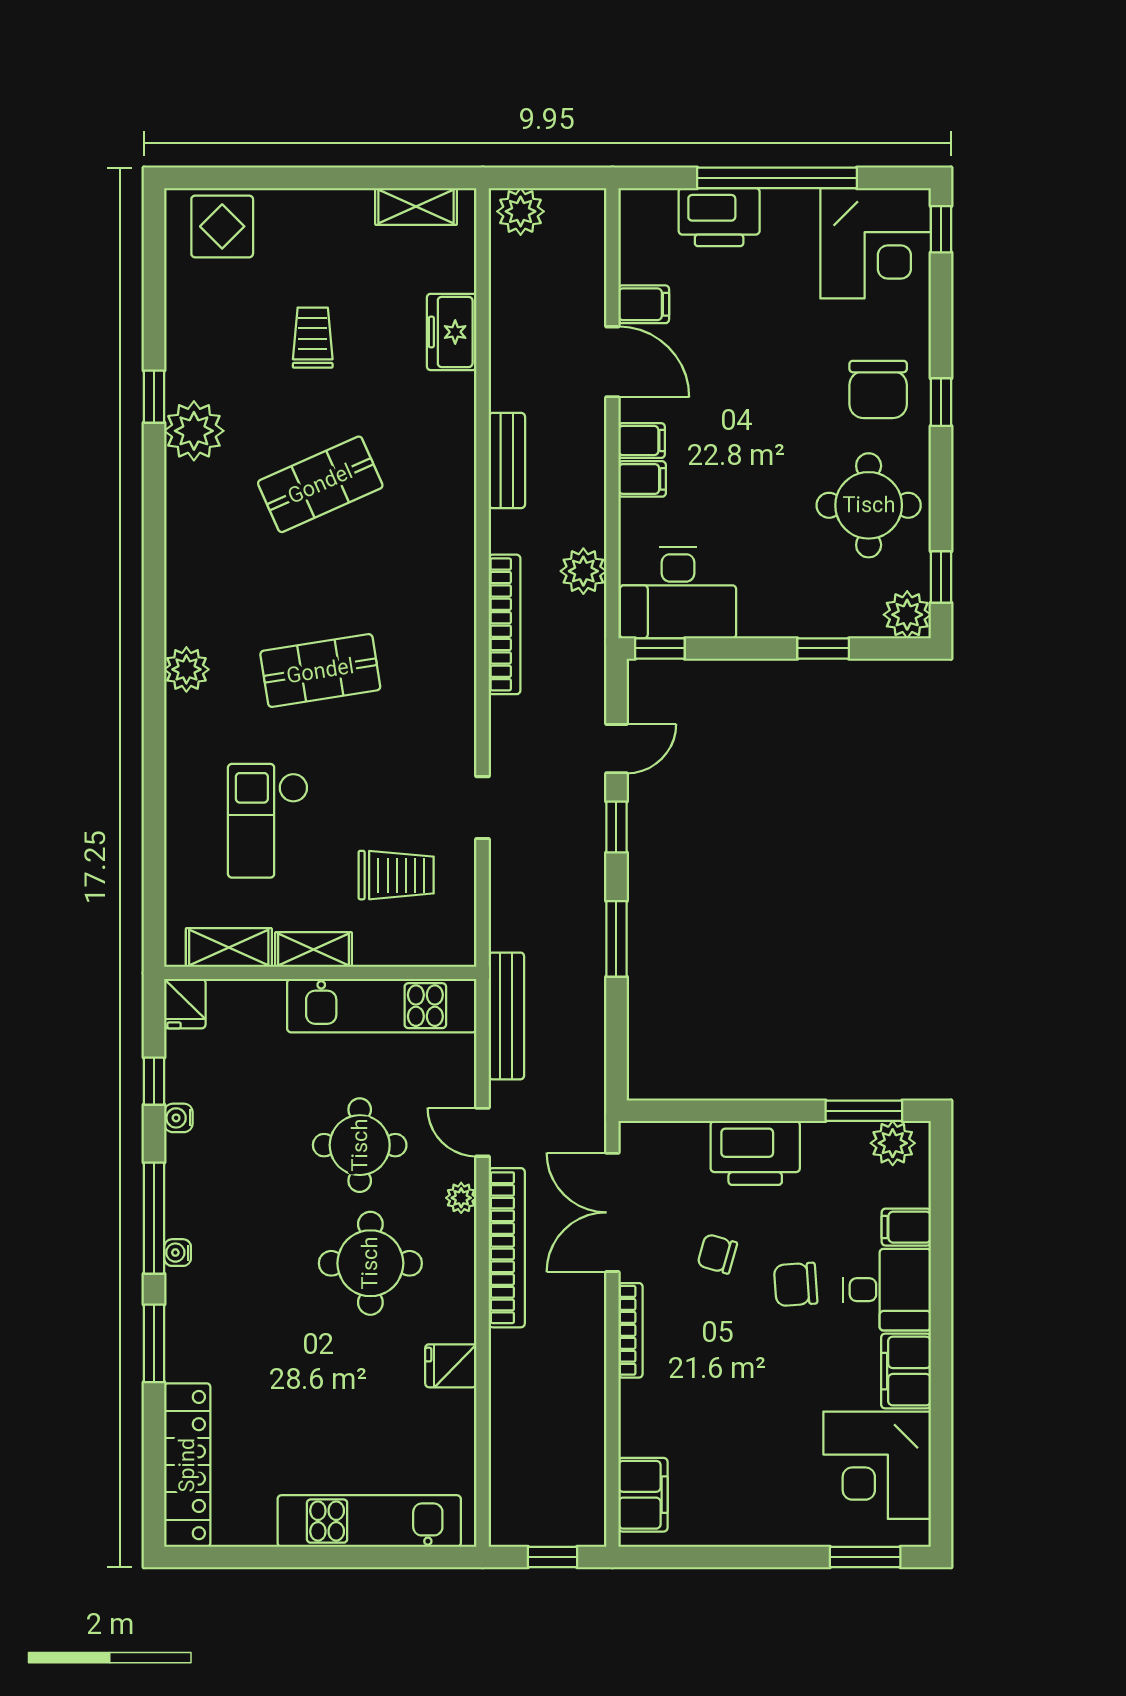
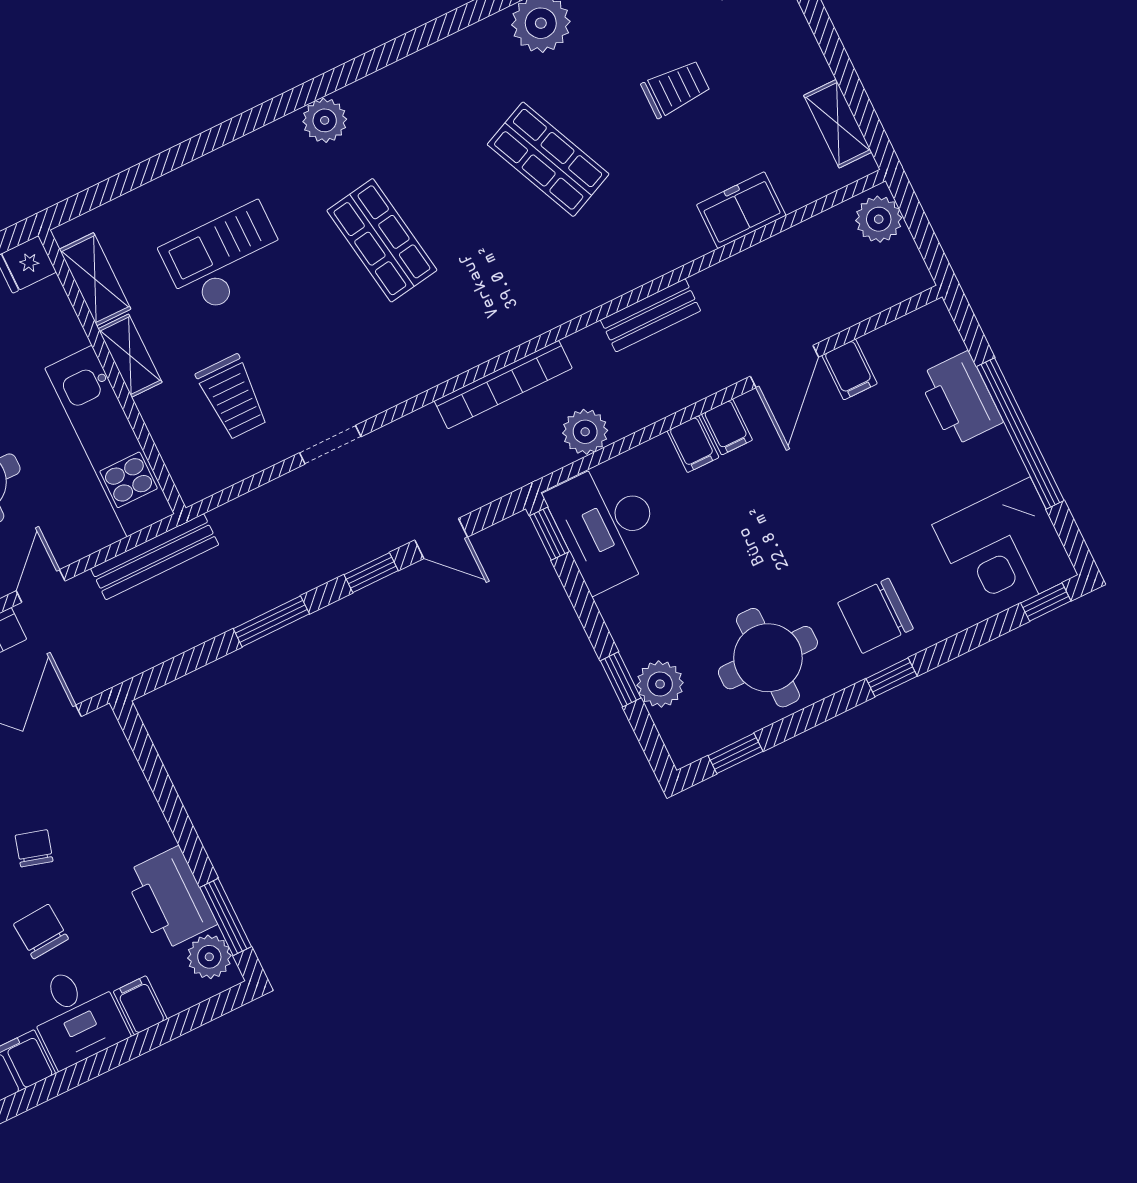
plant: (907, 615) -> (660, 684), moved
printer: (755, 1153) -> (170, 899), moved

